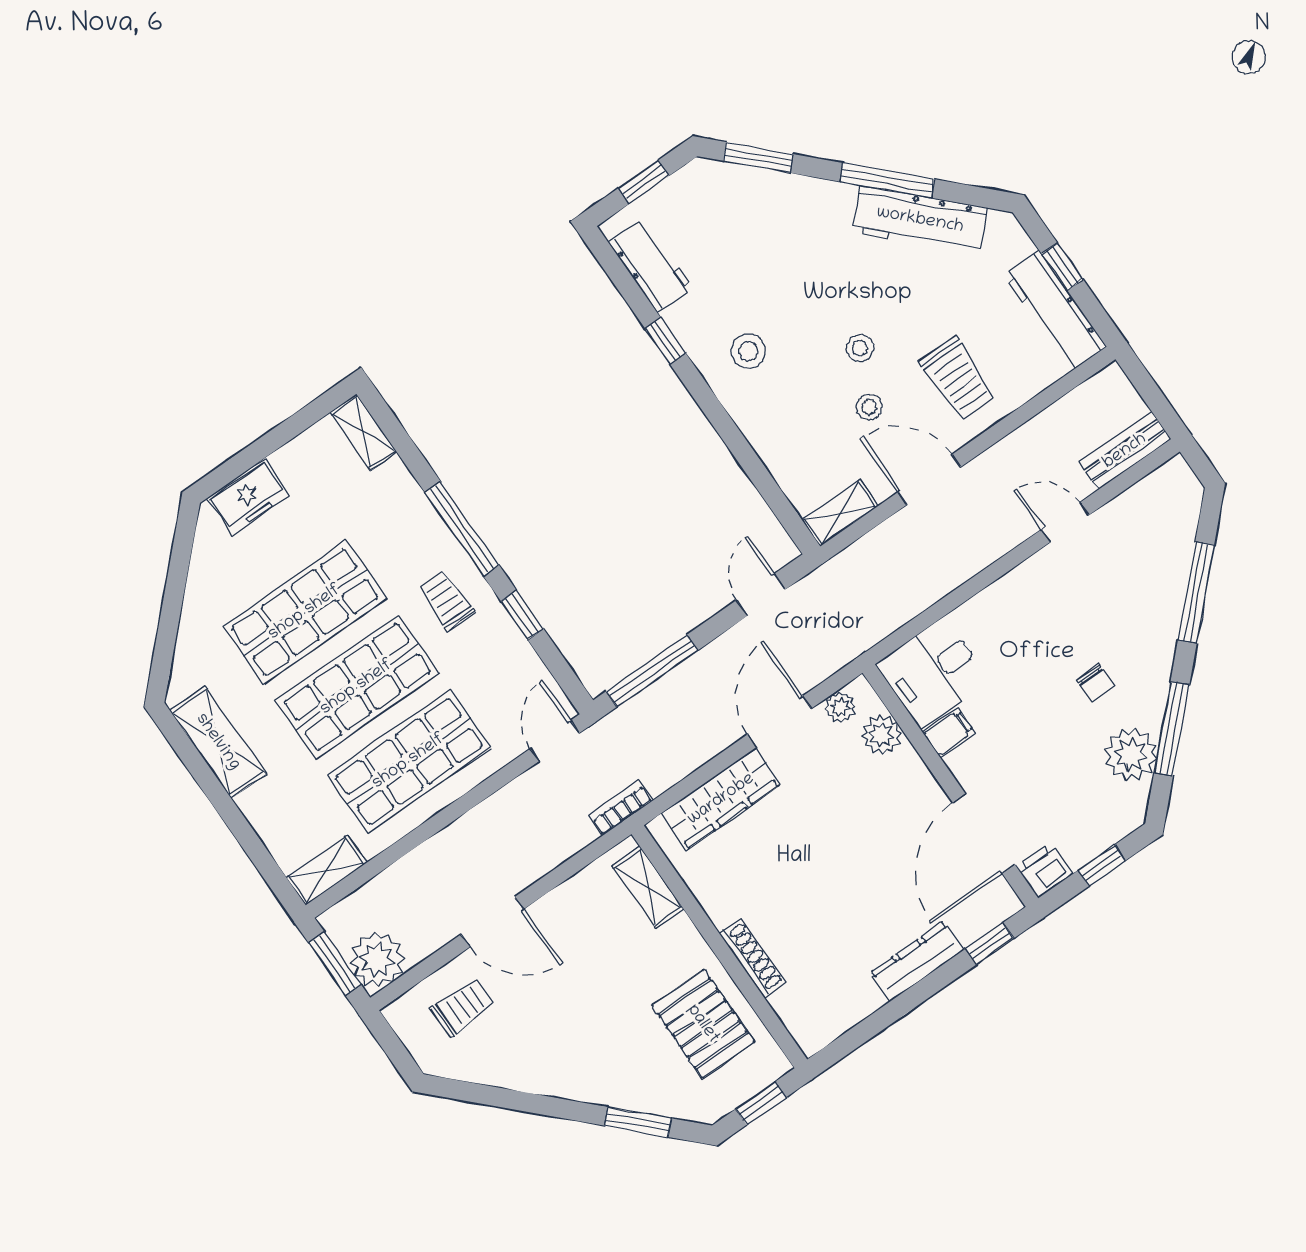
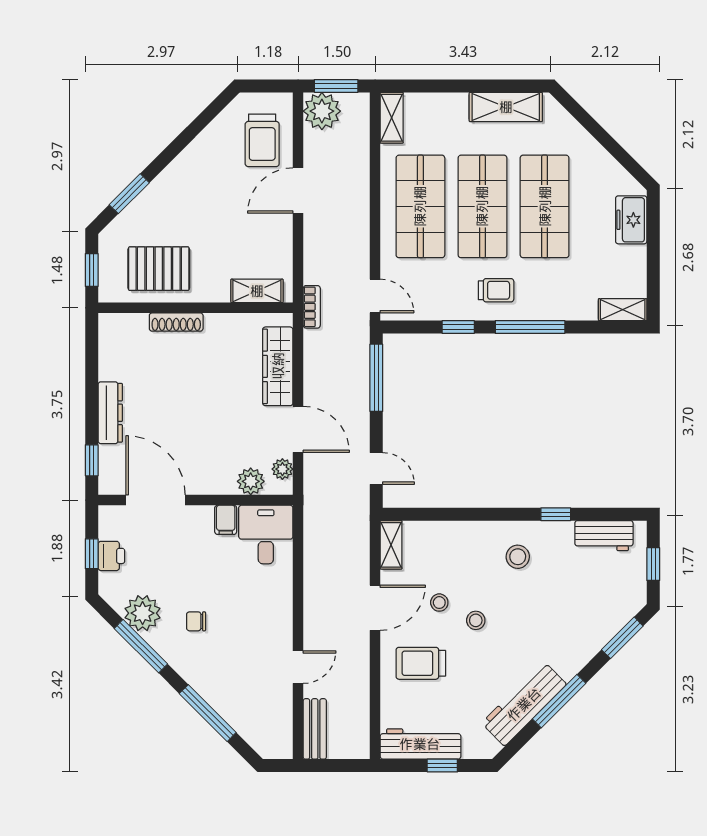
printer: (1045, 870) -> (111, 556), moved
trolley: (462, 1007) -> (262, 140), width x1.36, depth x1.39

